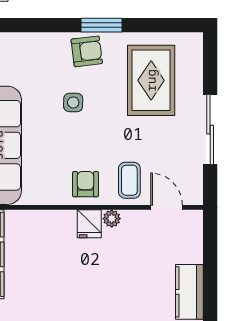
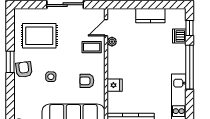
armchair: (85, 184) -> (87, 81), moved
plant: (112, 219) -> (112, 42), moved
fridge: (89, 224) -> (115, 85), moved

